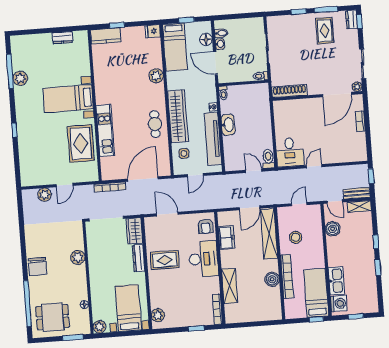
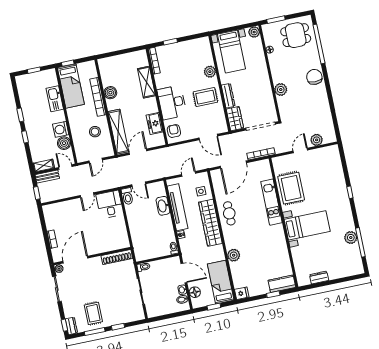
washbasin: (228, 125) -> (163, 206), moved
washing machine: (339, 303) -> (61, 129), moved
plant: (158, 315) -> (210, 72), moved

